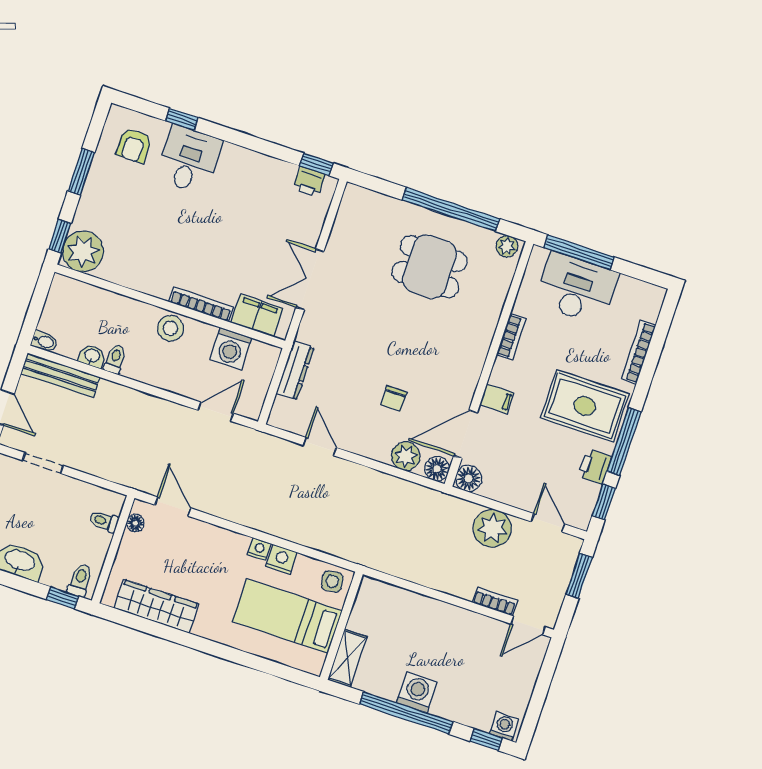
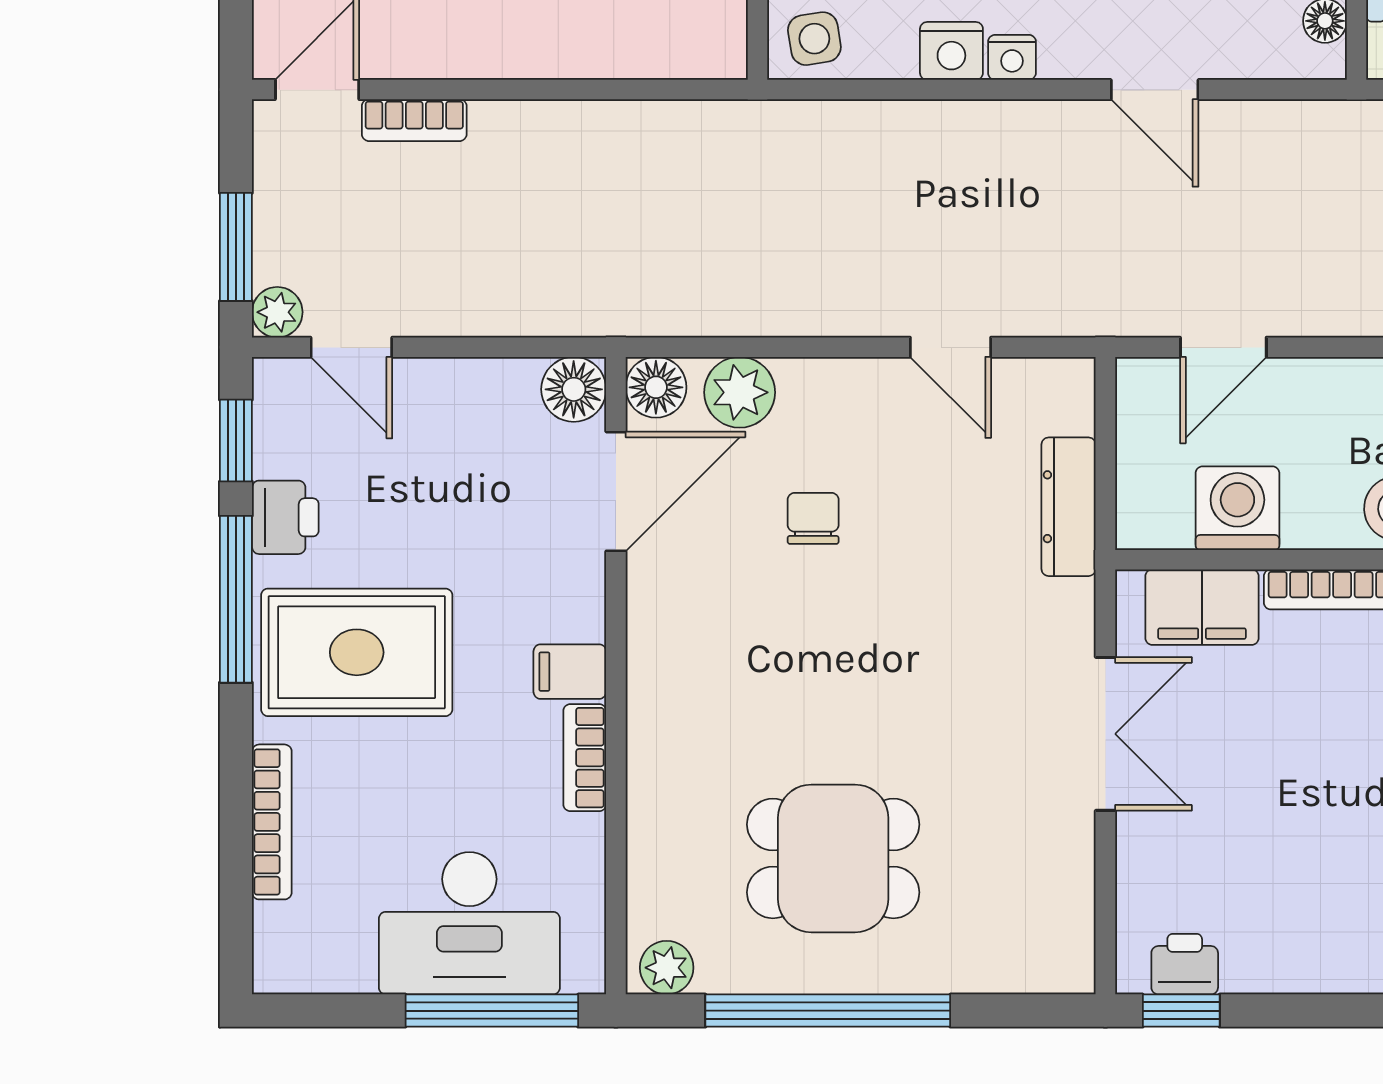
filing cabinet: (497, 399) -> (570, 672), moved
door: (173, 507) -> (1155, 90), moved
plant: (492, 528) -> (277, 312), moved, width x0.53, depth x0.53

